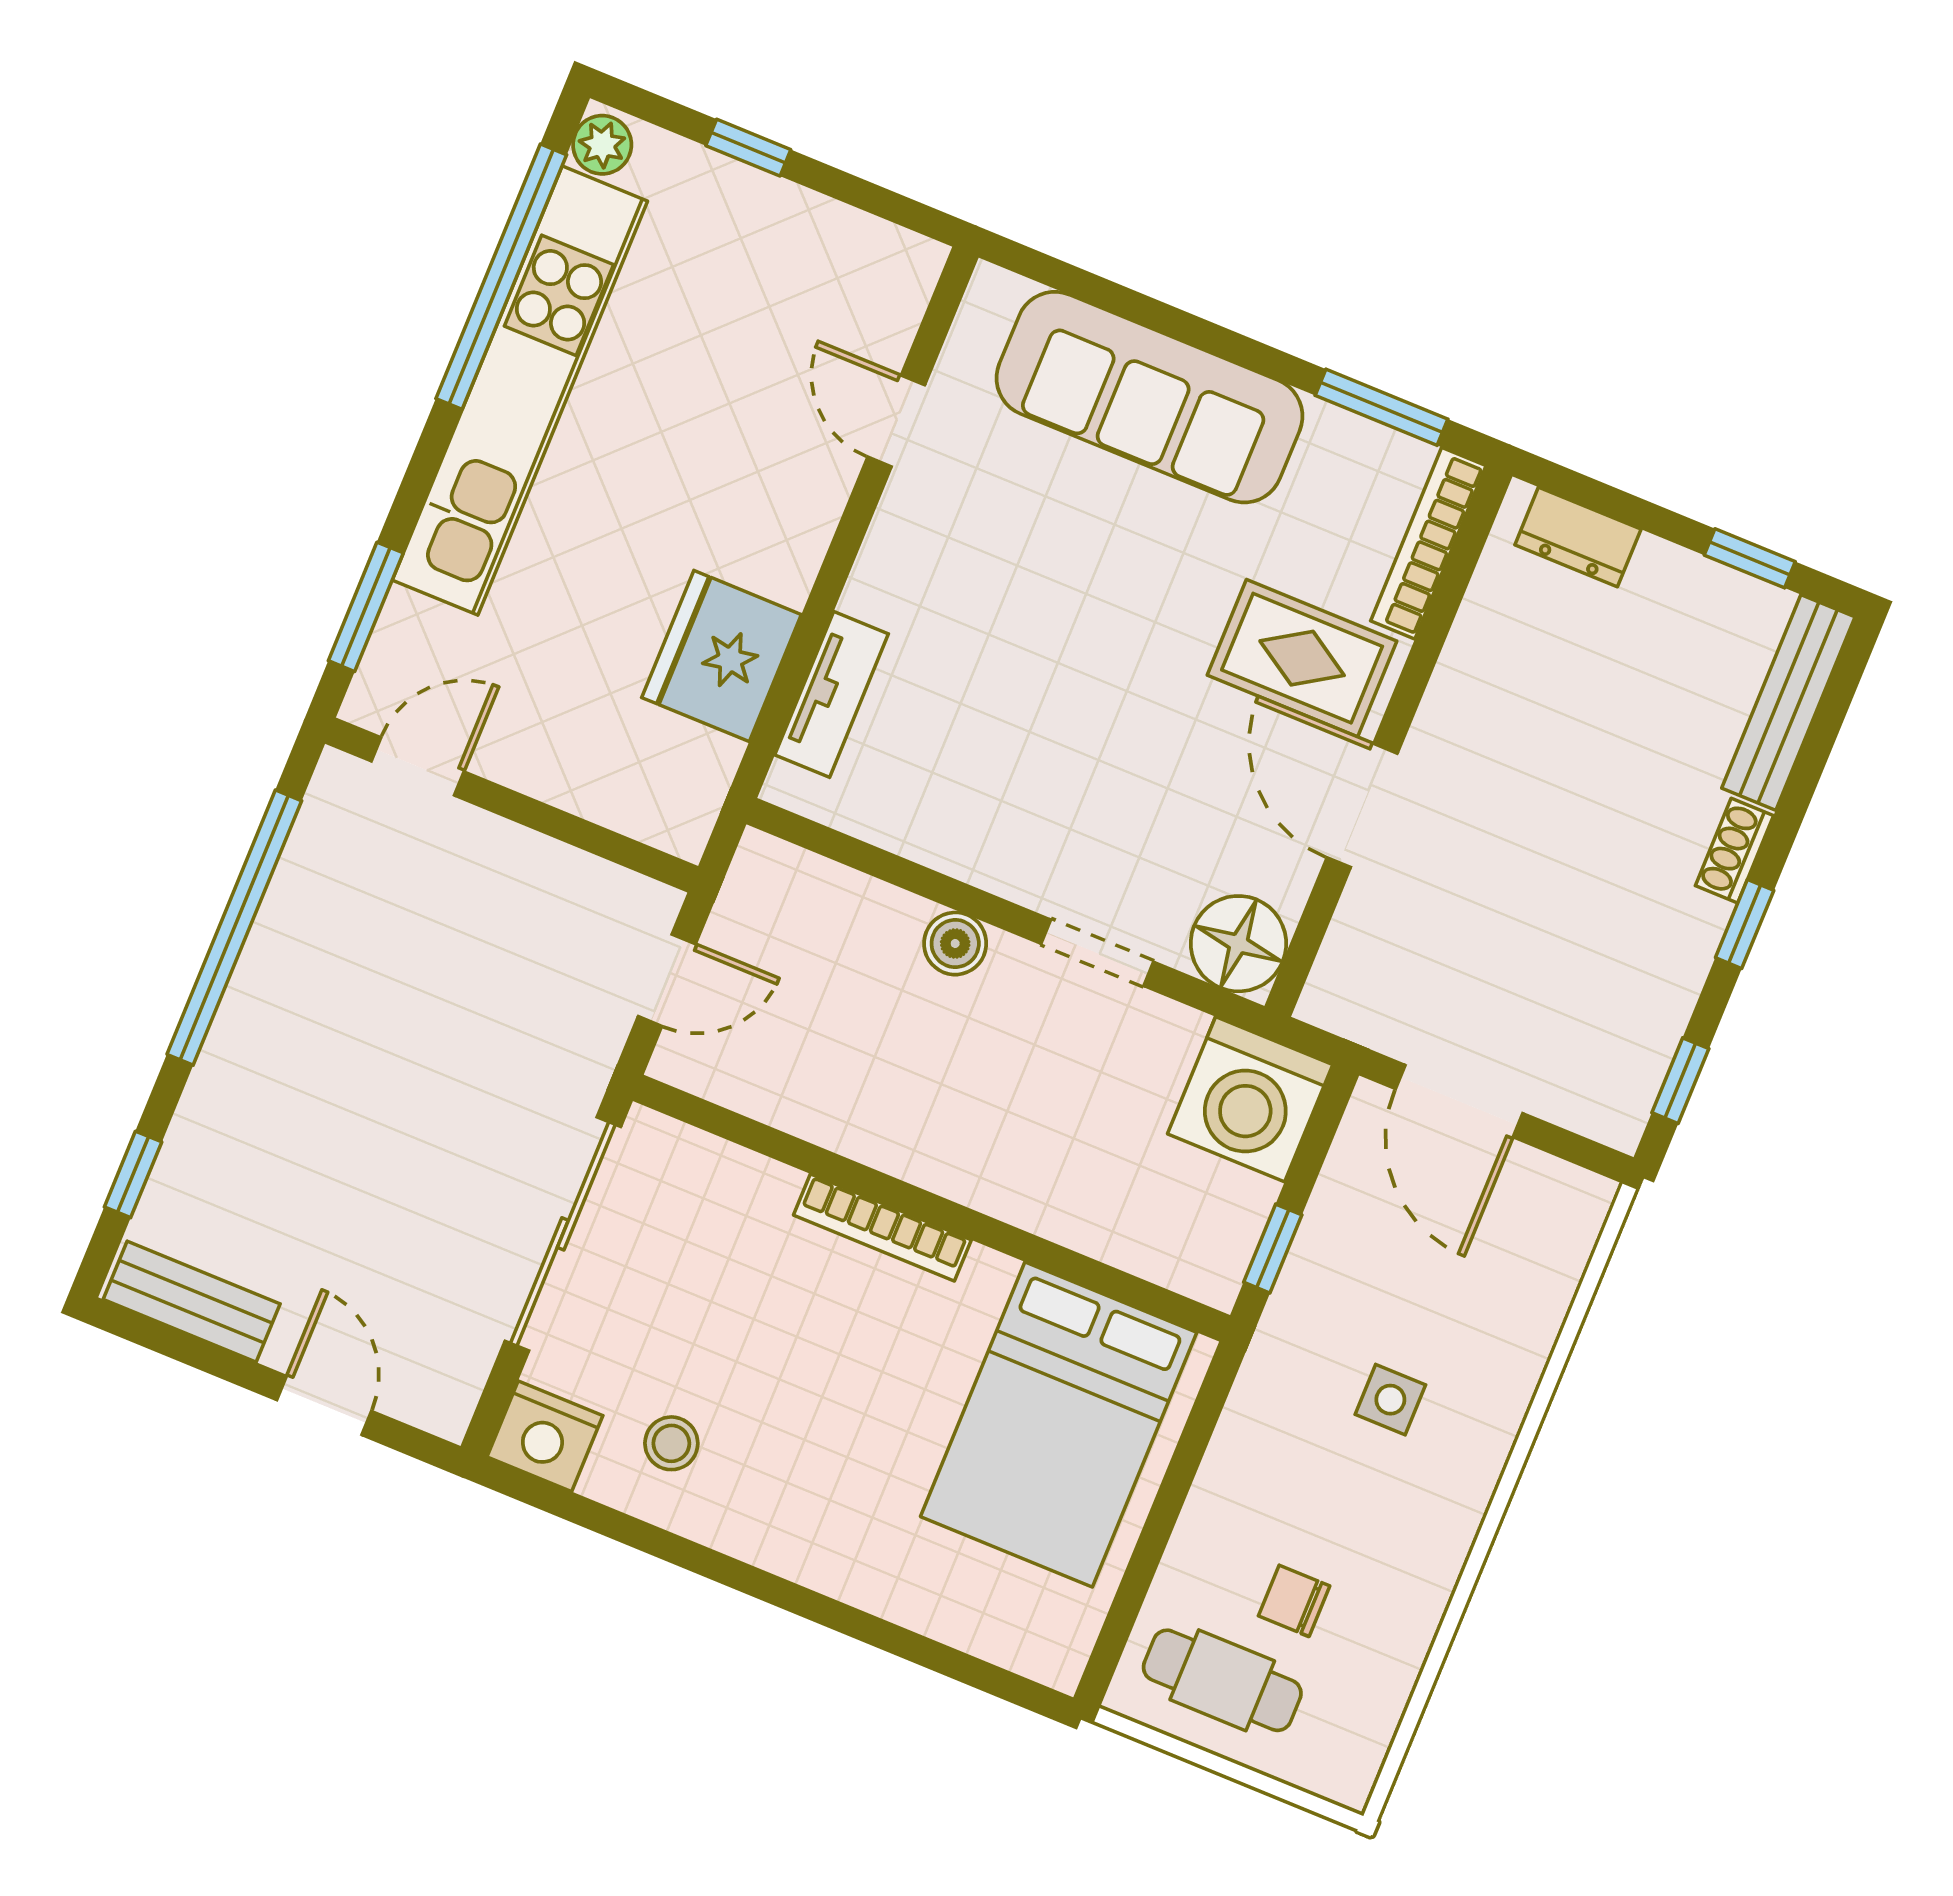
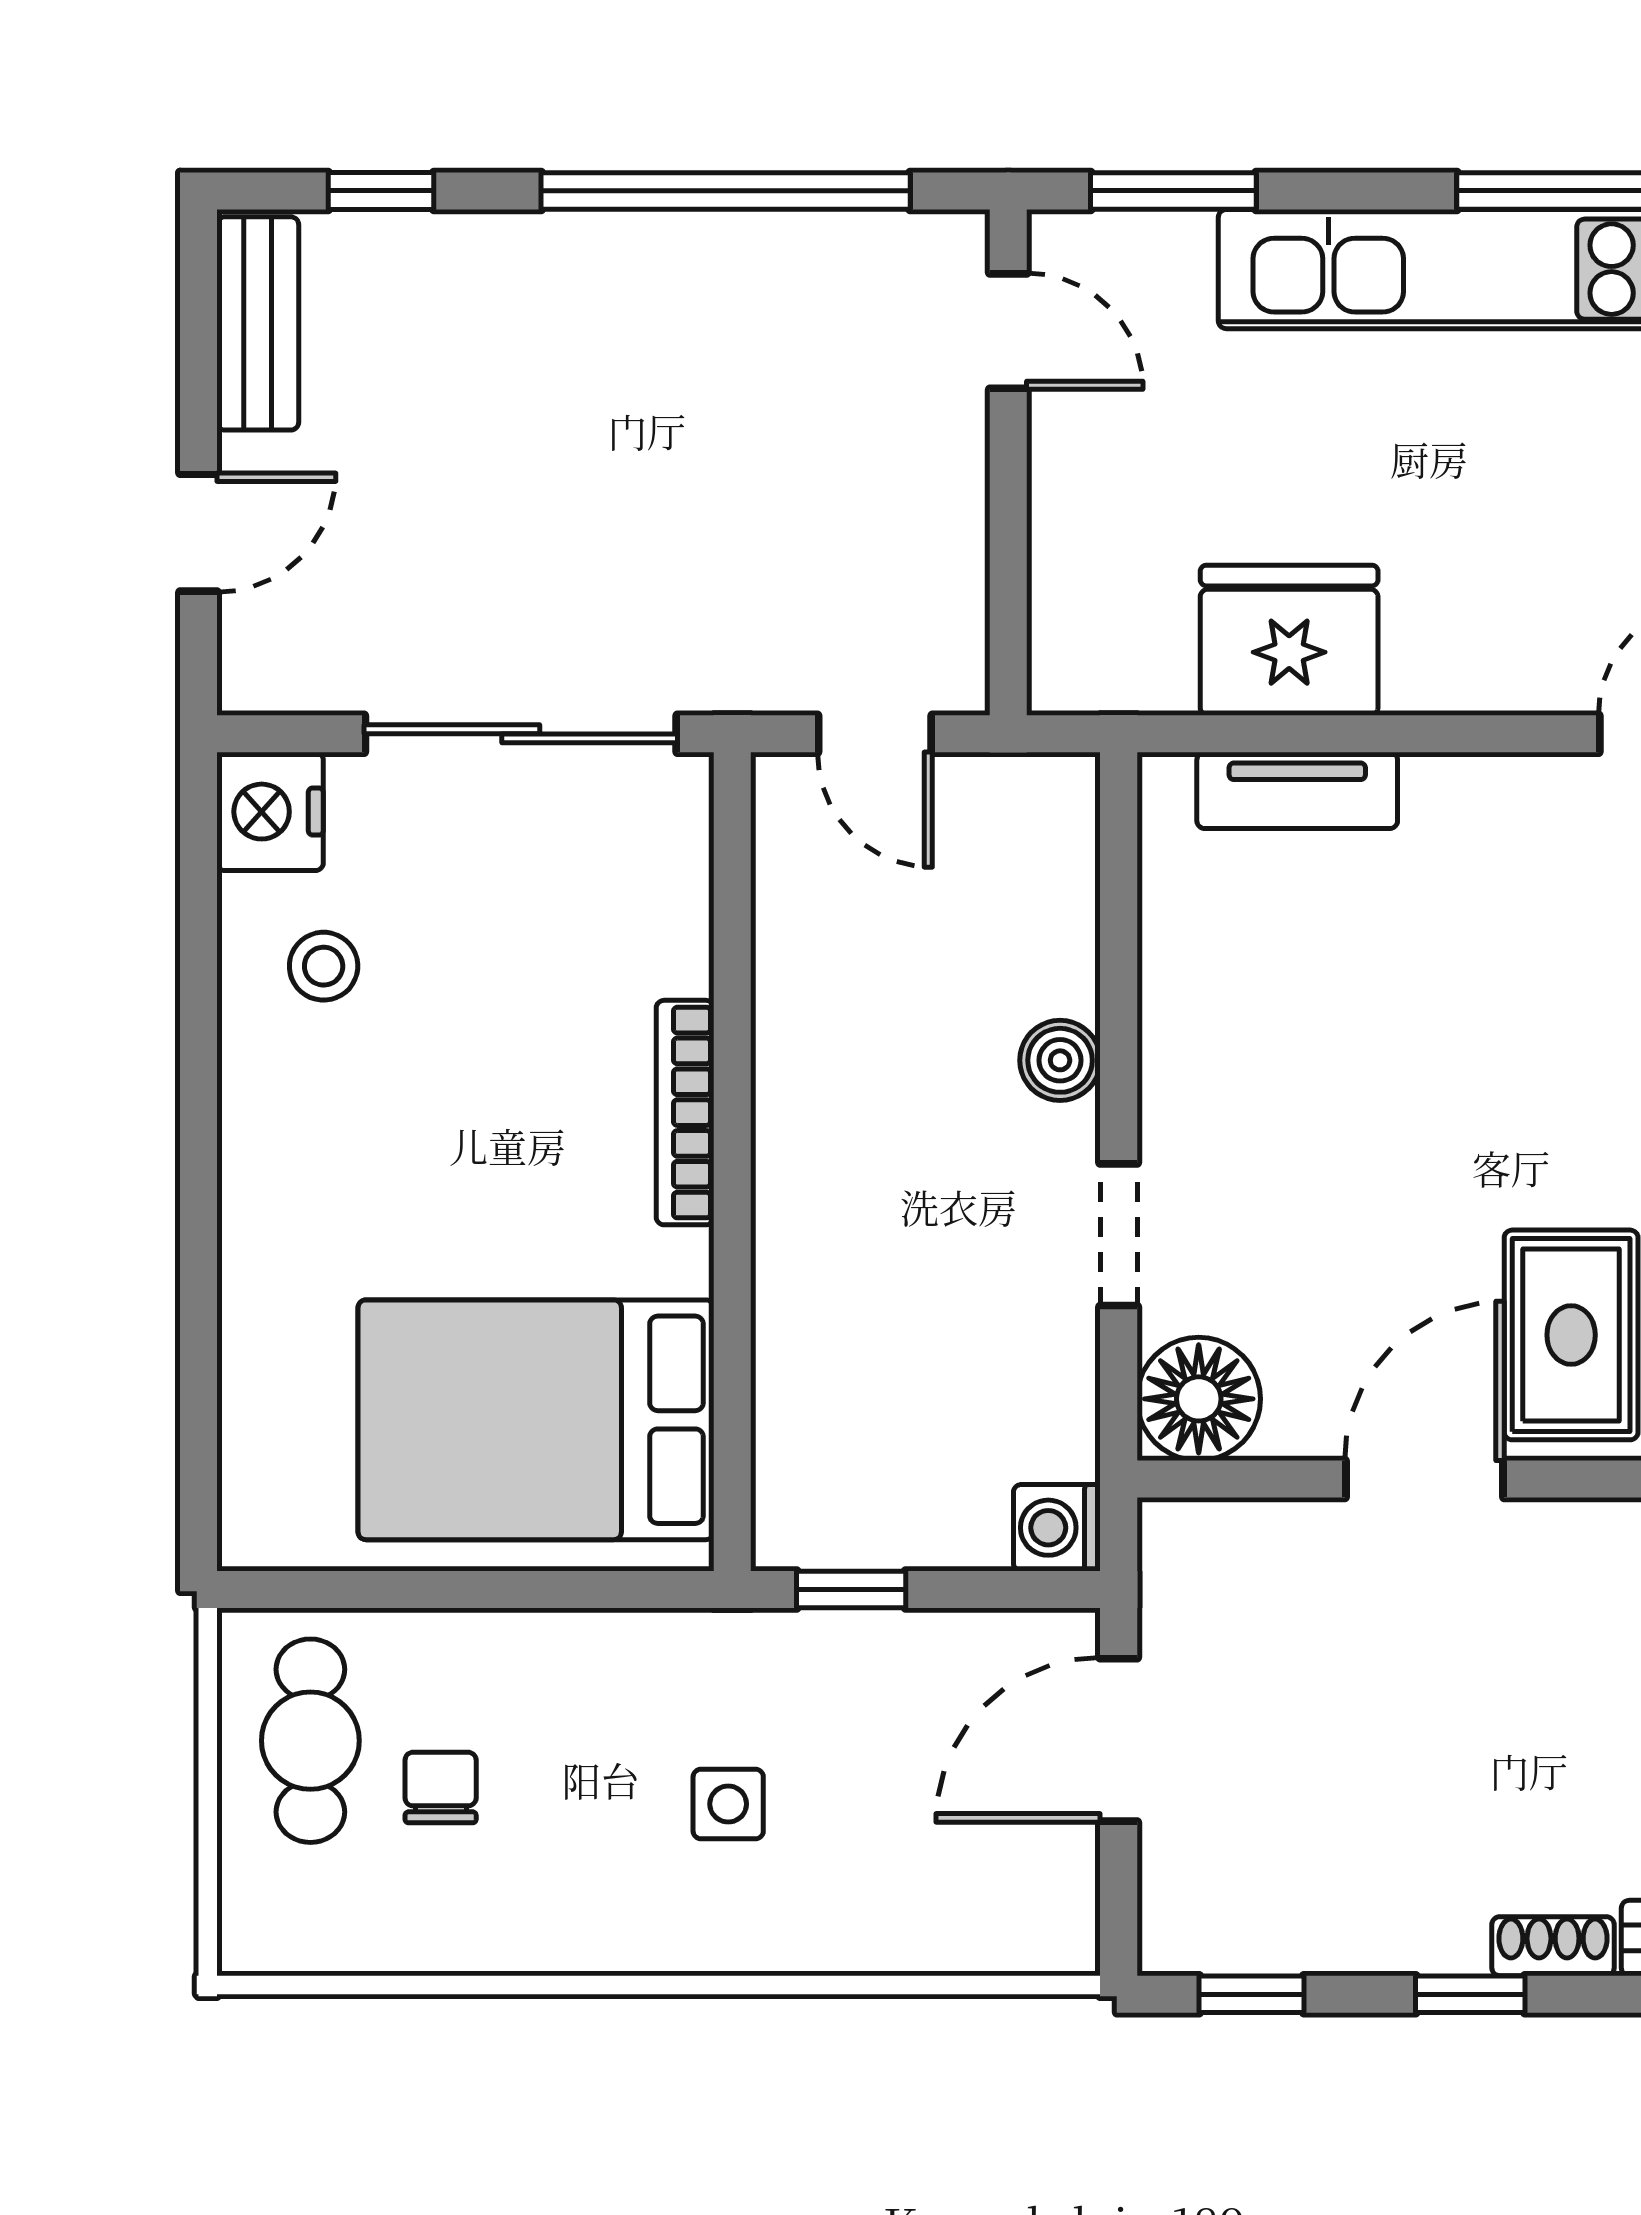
washing machine: (1250, 1099) -> (1057, 1528), width x0.53, depth x0.53

